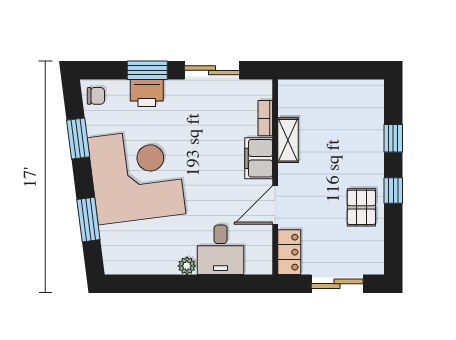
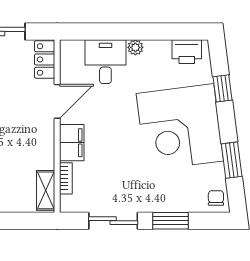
printer: (147, 93) -> (187, 52), moved, turned 180
chair: (96, 96) -> (216, 198), turned 90
shelving: (288, 140) -> (46, 190), moved
window: (88, 220) -> (223, 88), width x0.67

